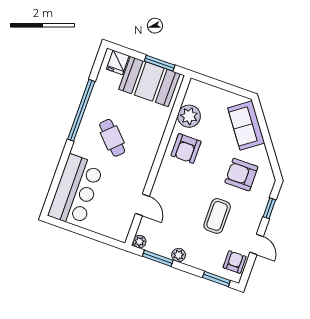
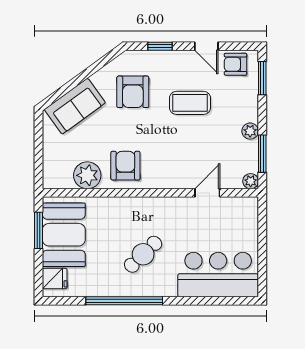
armchair: (186, 148) -> (125, 166), turned -90
door: (257, 244) -> (206, 46), swing flipped

